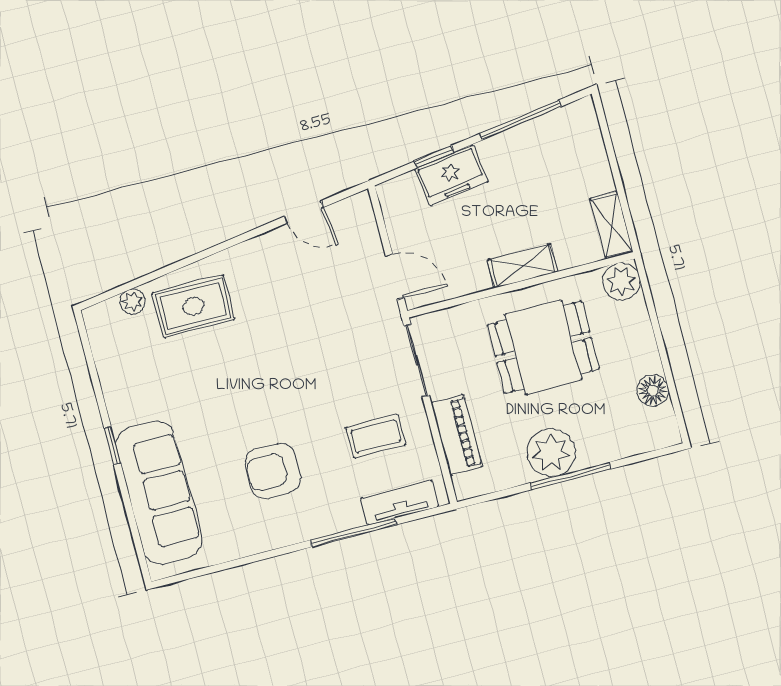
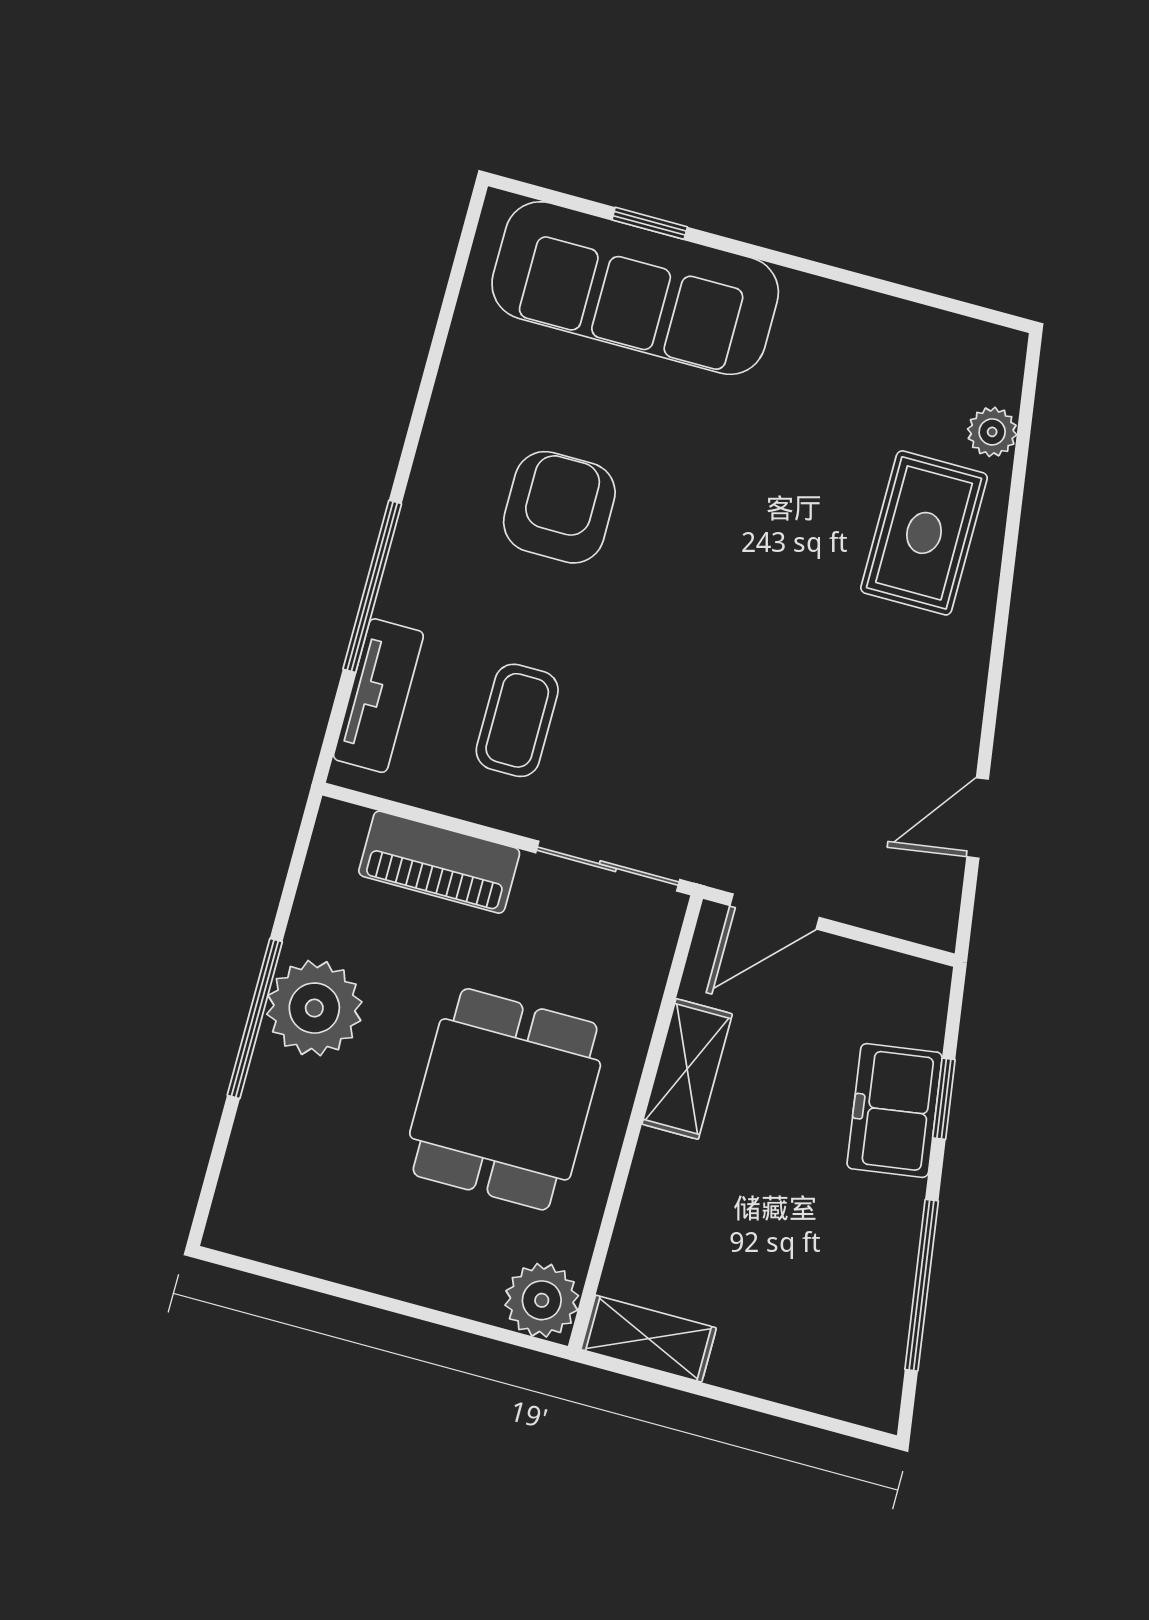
shelving: (523, 266) -> (687, 1069), moved
floor lamp: (653, 390) -> (321, 1246), removed
window: (112, 446) -> (650, 223), moved

